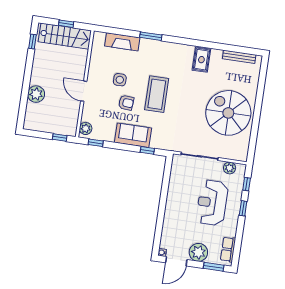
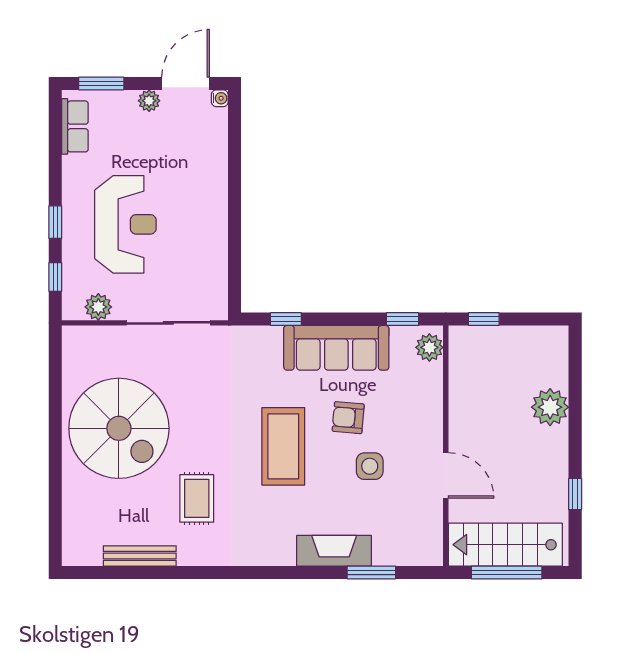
window: (66, 24) -> (507, 573), width x2.17
window: (151, 36) -> (371, 573), moved
window: (32, 41) -> (575, 494), moved
fireplace: (122, 42) -> (334, 551), moved
bench: (239, 57) -> (140, 556), moved
rug: (201, 60) -> (197, 498), moved
door: (84, 91) -> (446, 475), moved
sofa: (133, 135) -> (336, 348), width x1.36
plant: (198, 252) -> (149, 101), width x0.53, depth x0.53

